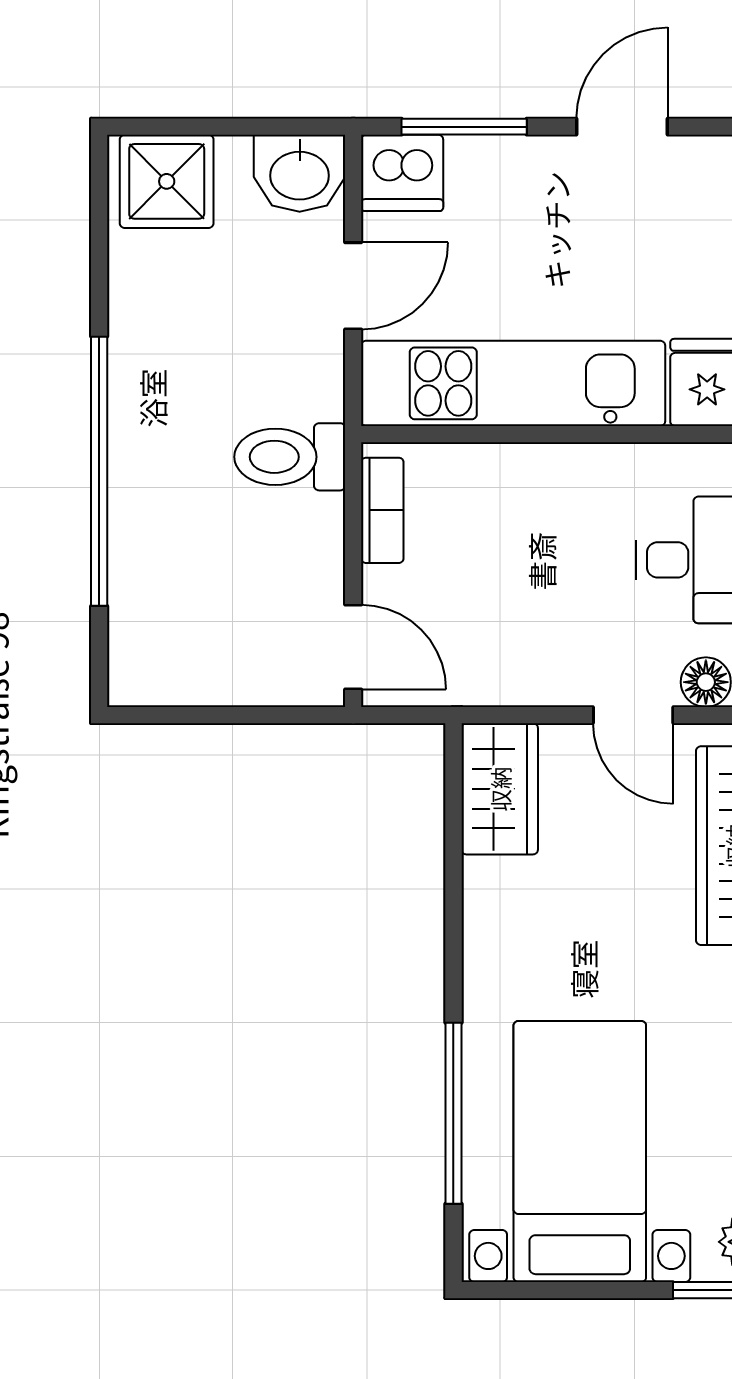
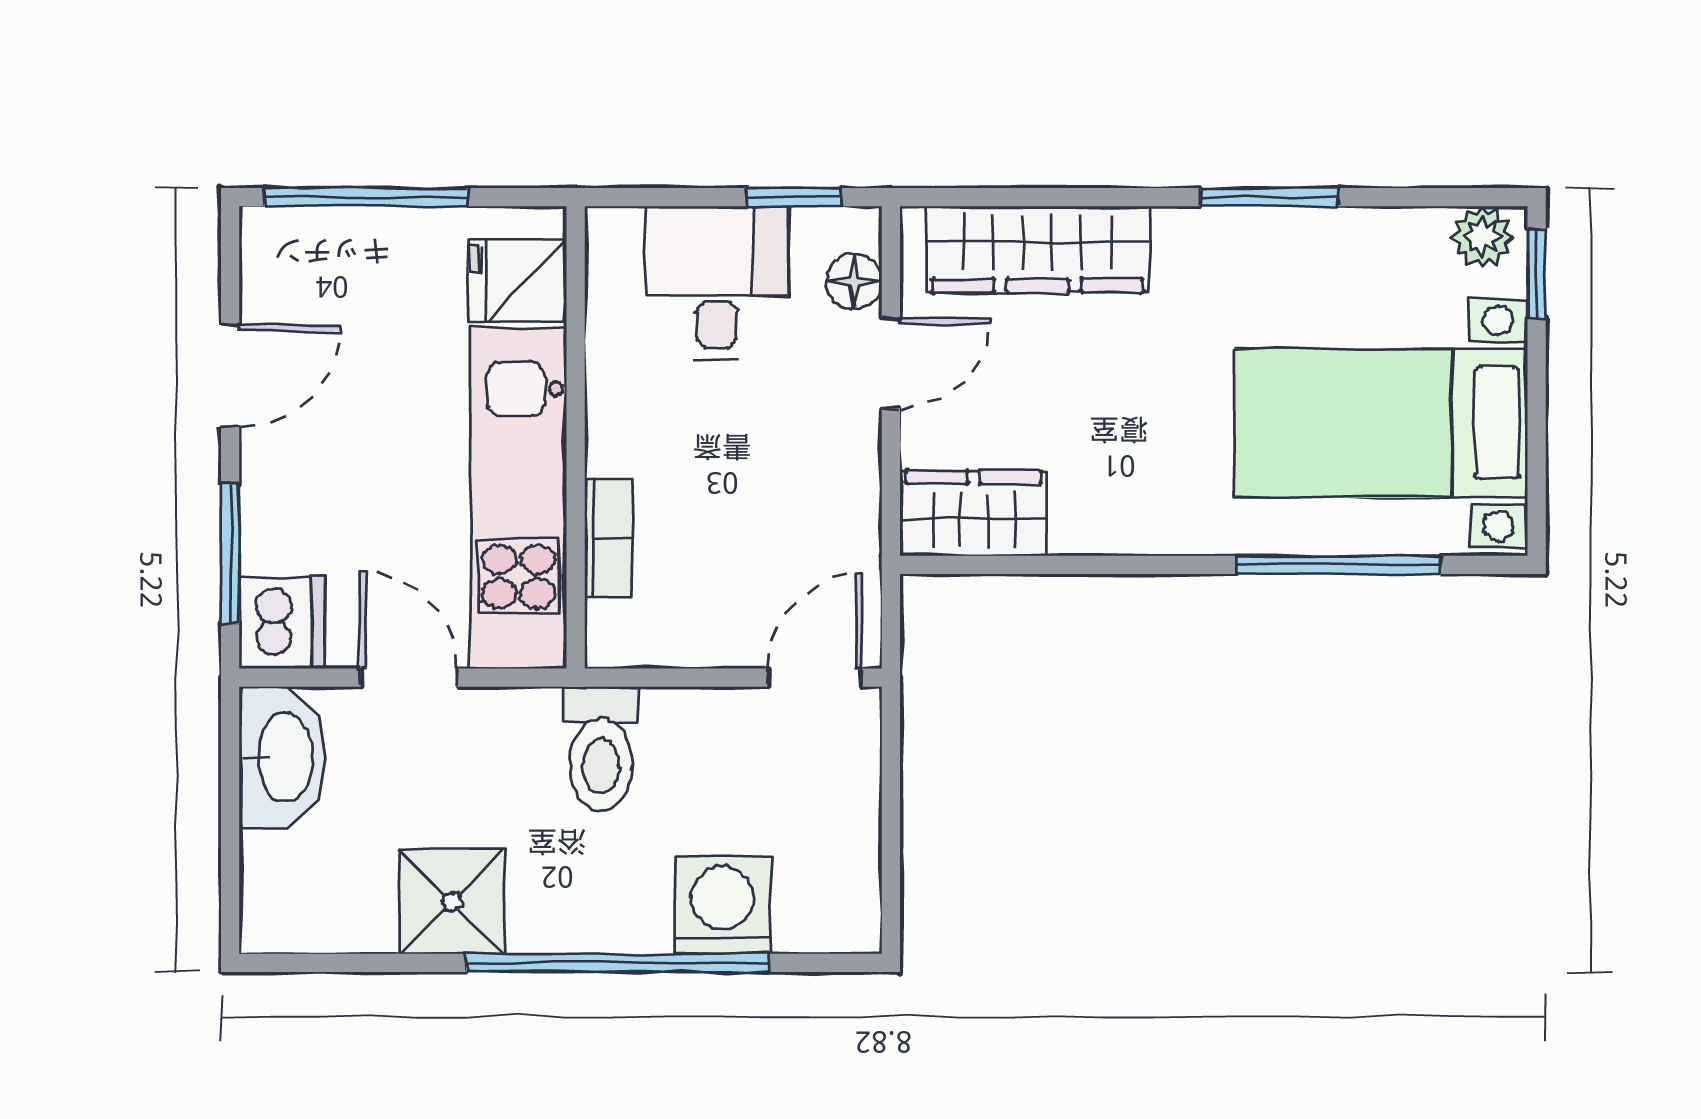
door: (622, 127) -> (230, 376), swing flipped
washbasin: (300, 173) -> (283, 758), width x1.38
shower: (167, 181) -> (452, 901), moved
bookcase: (382, 510) -> (608, 538), moved, turned 90
washing machine: (150, 565) -> (722, 905), added

